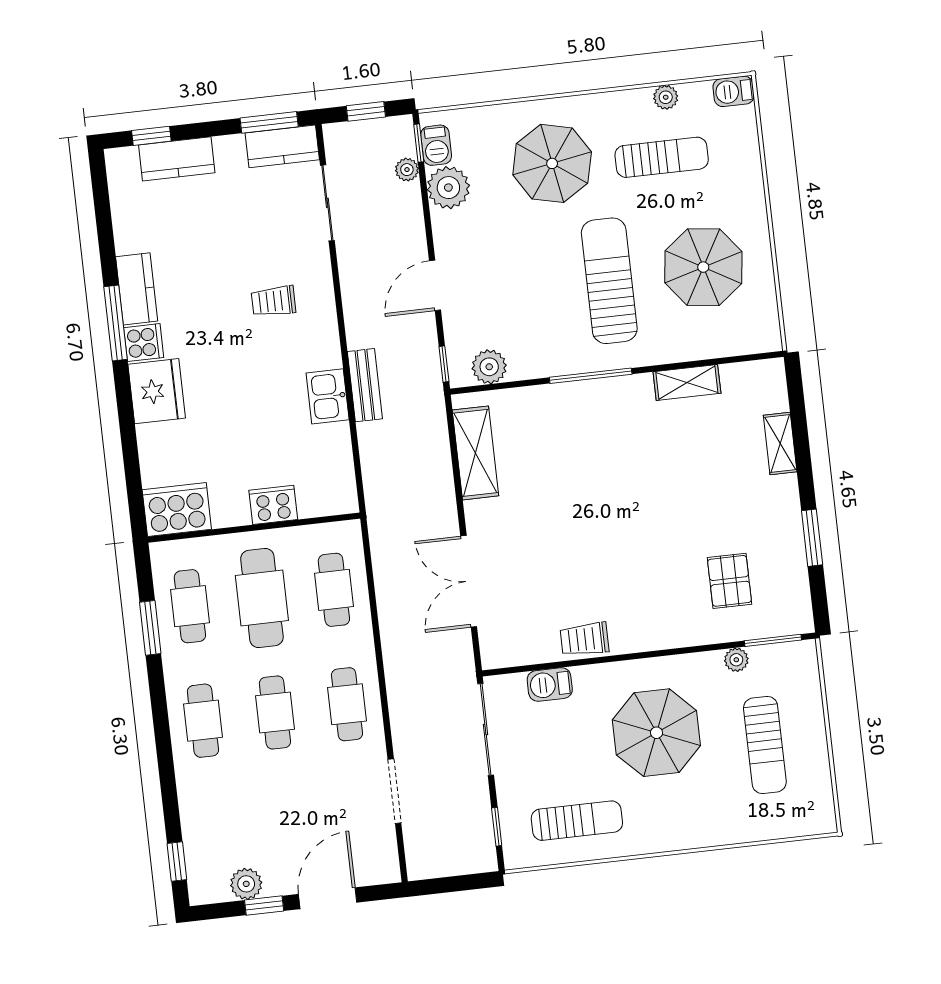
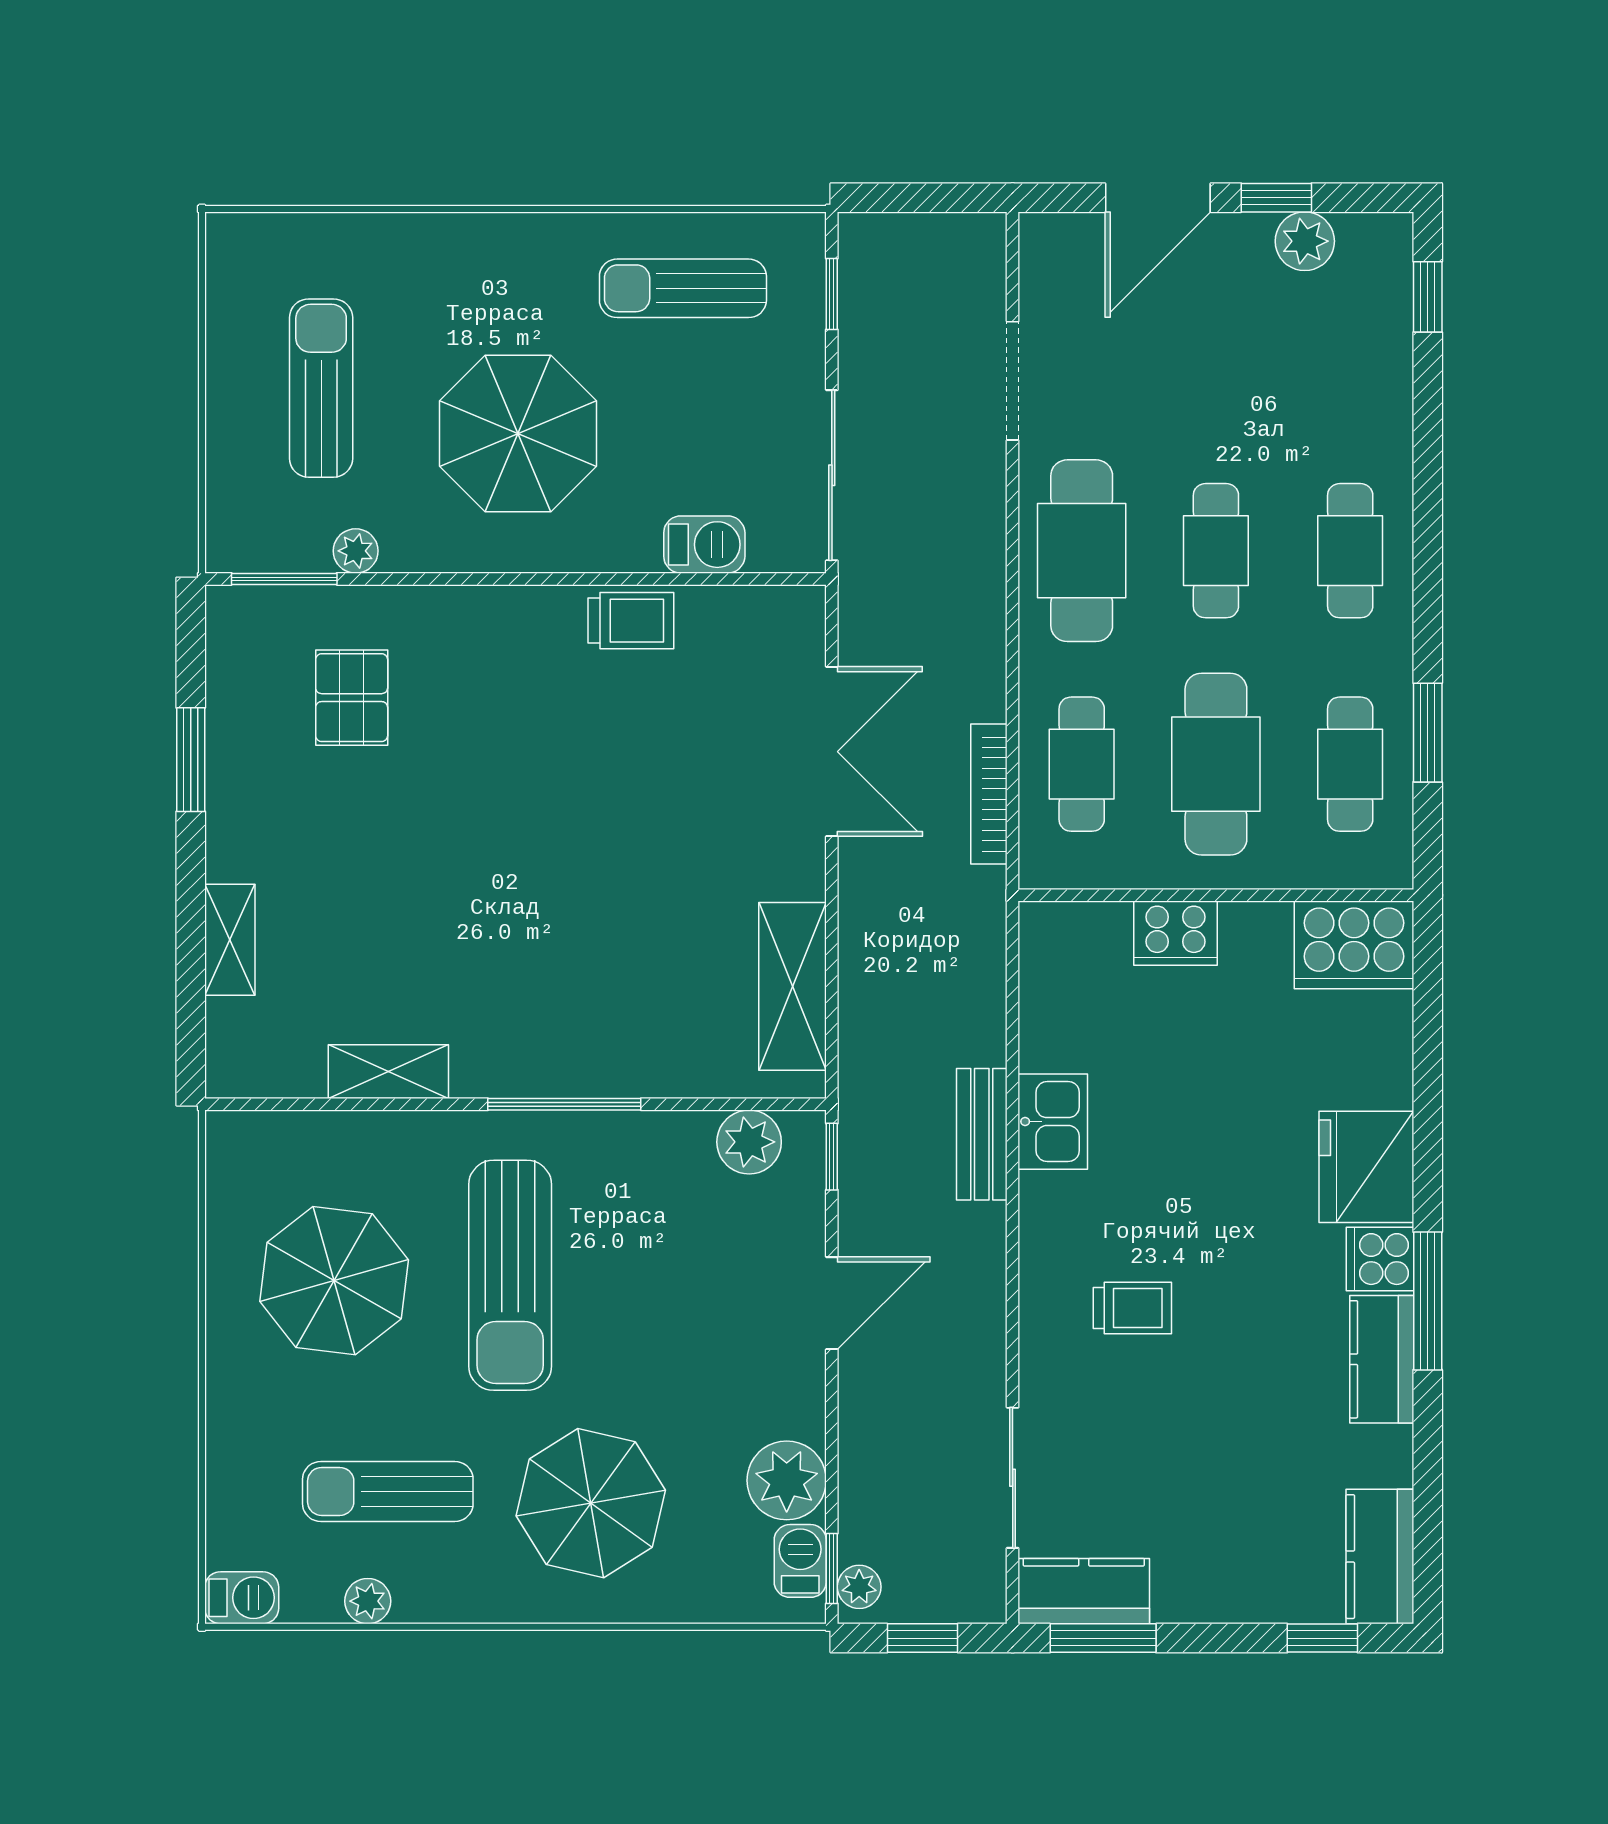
kitchen counter: (177, 159) -> (1380, 1557), moved, turned -90
plant: (407, 170) -> (859, 1587), moved
bookcase: (382, 568) -> (989, 794), added
cafe table: (347, 704) -> (1082, 551), width x1.37, depth x1.35

